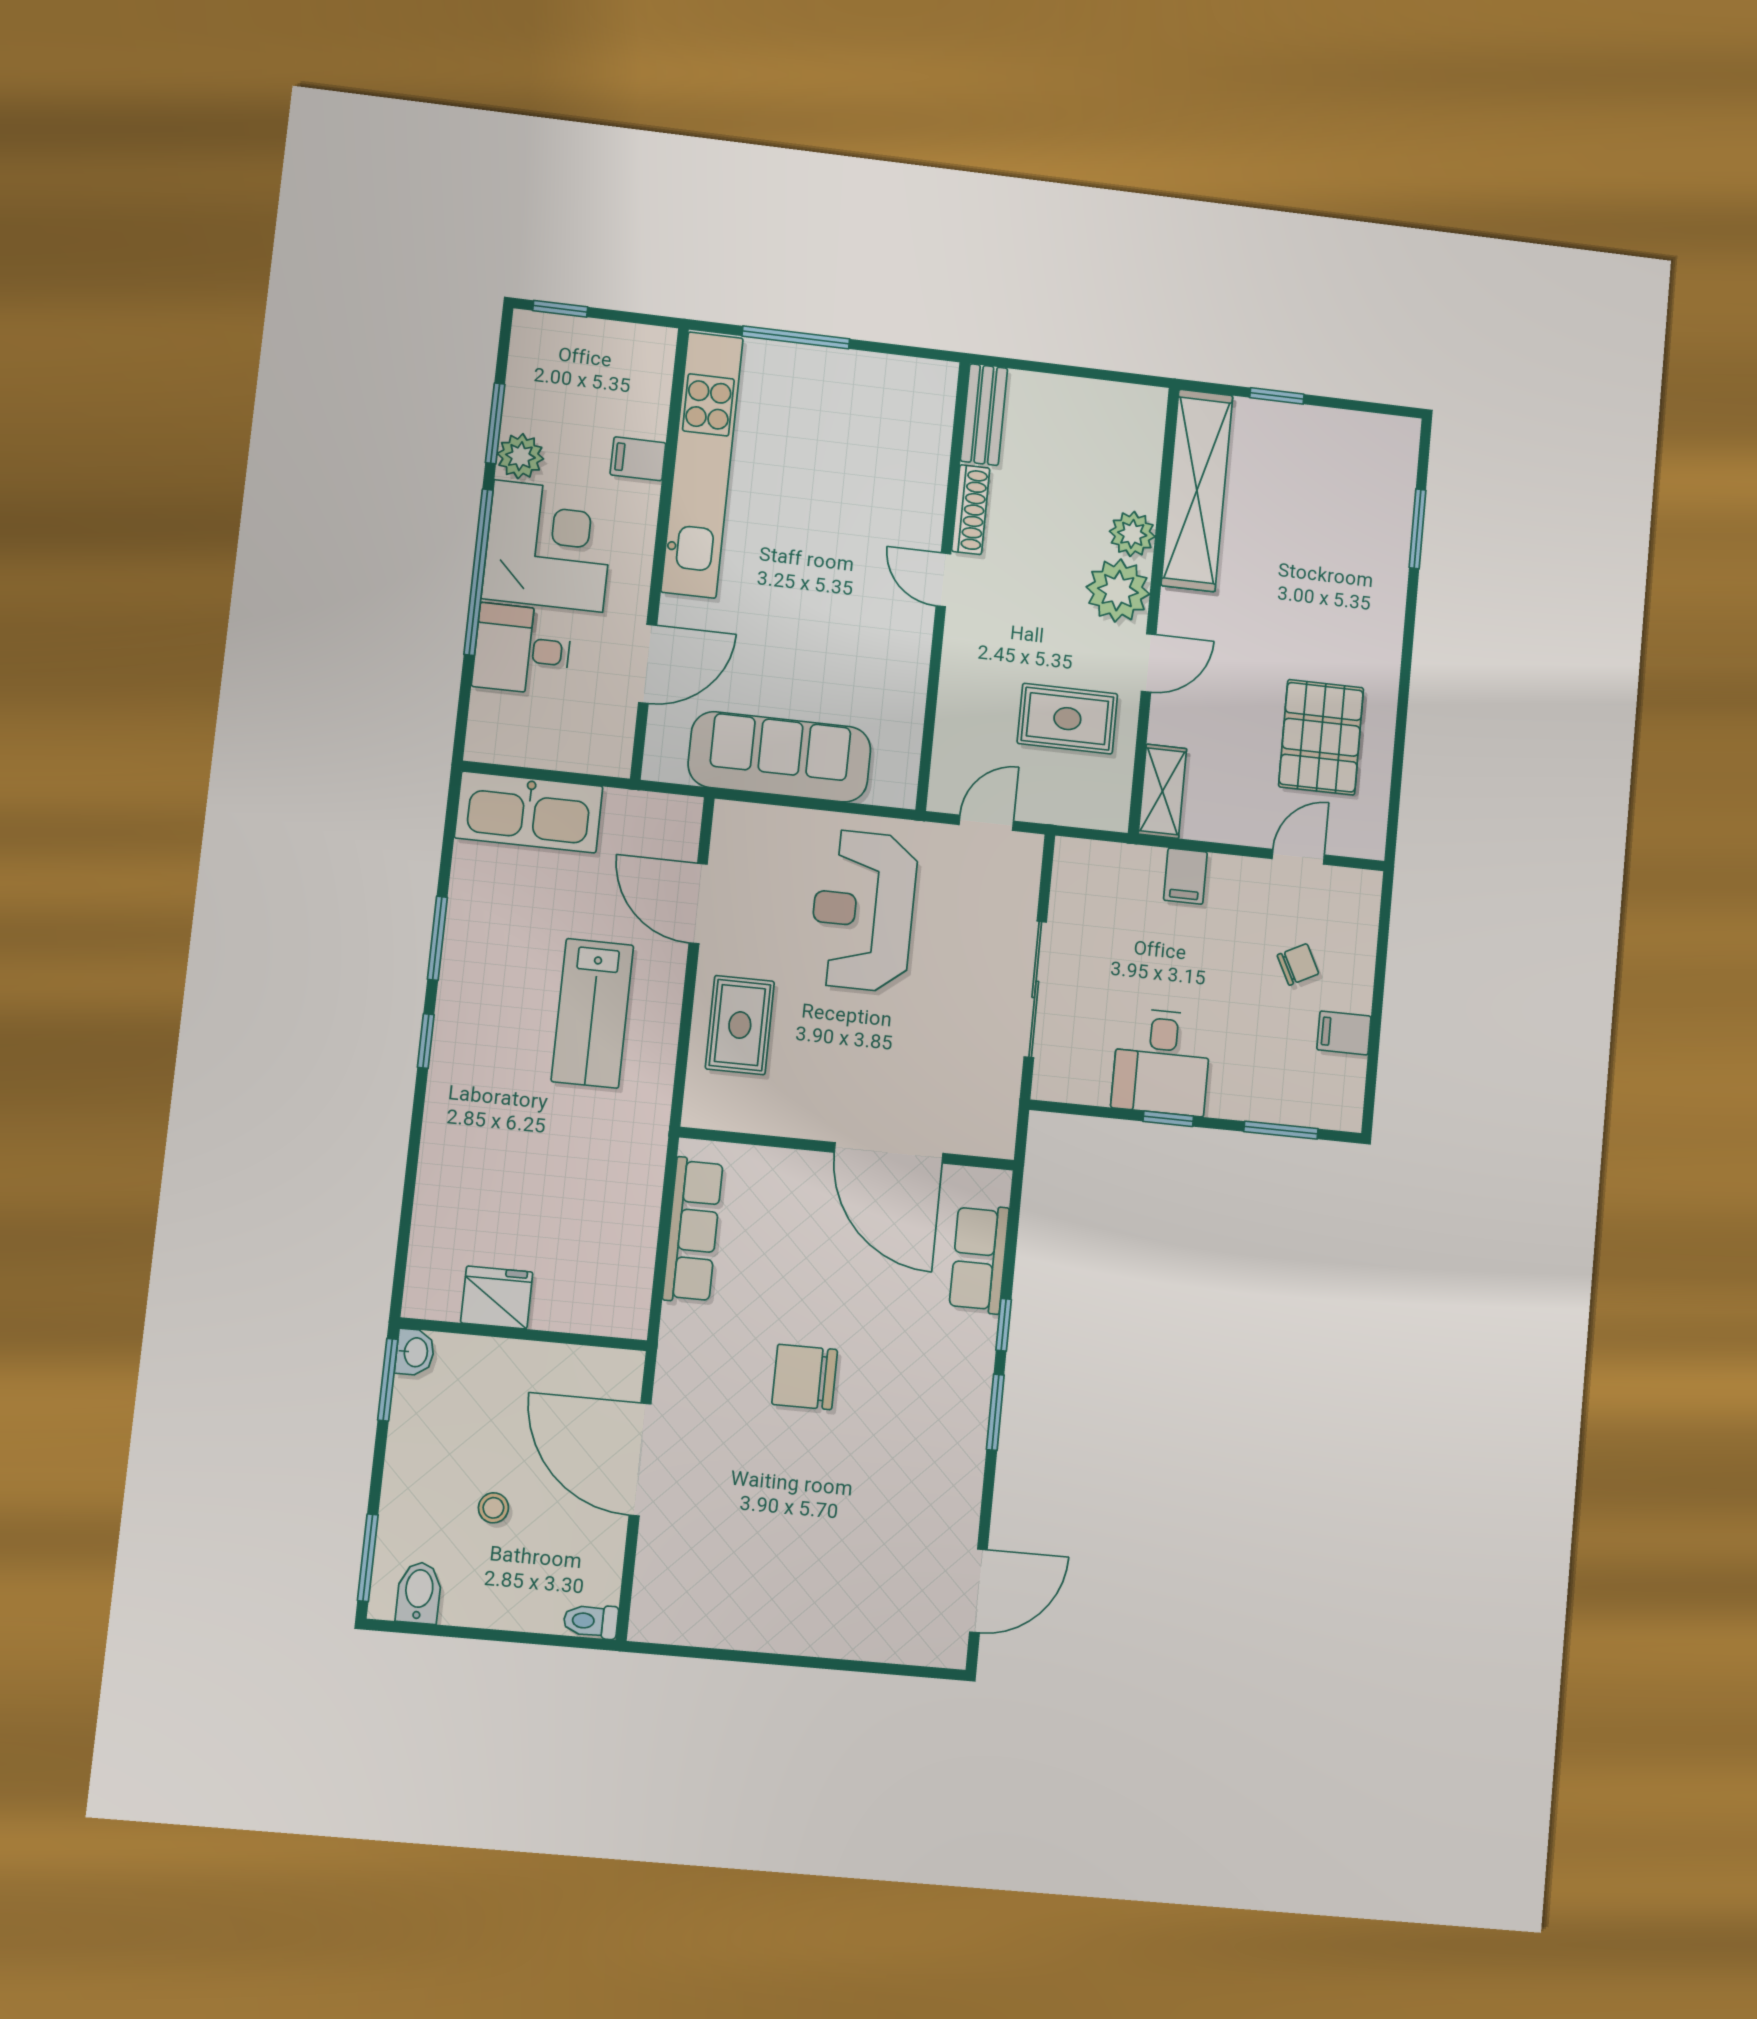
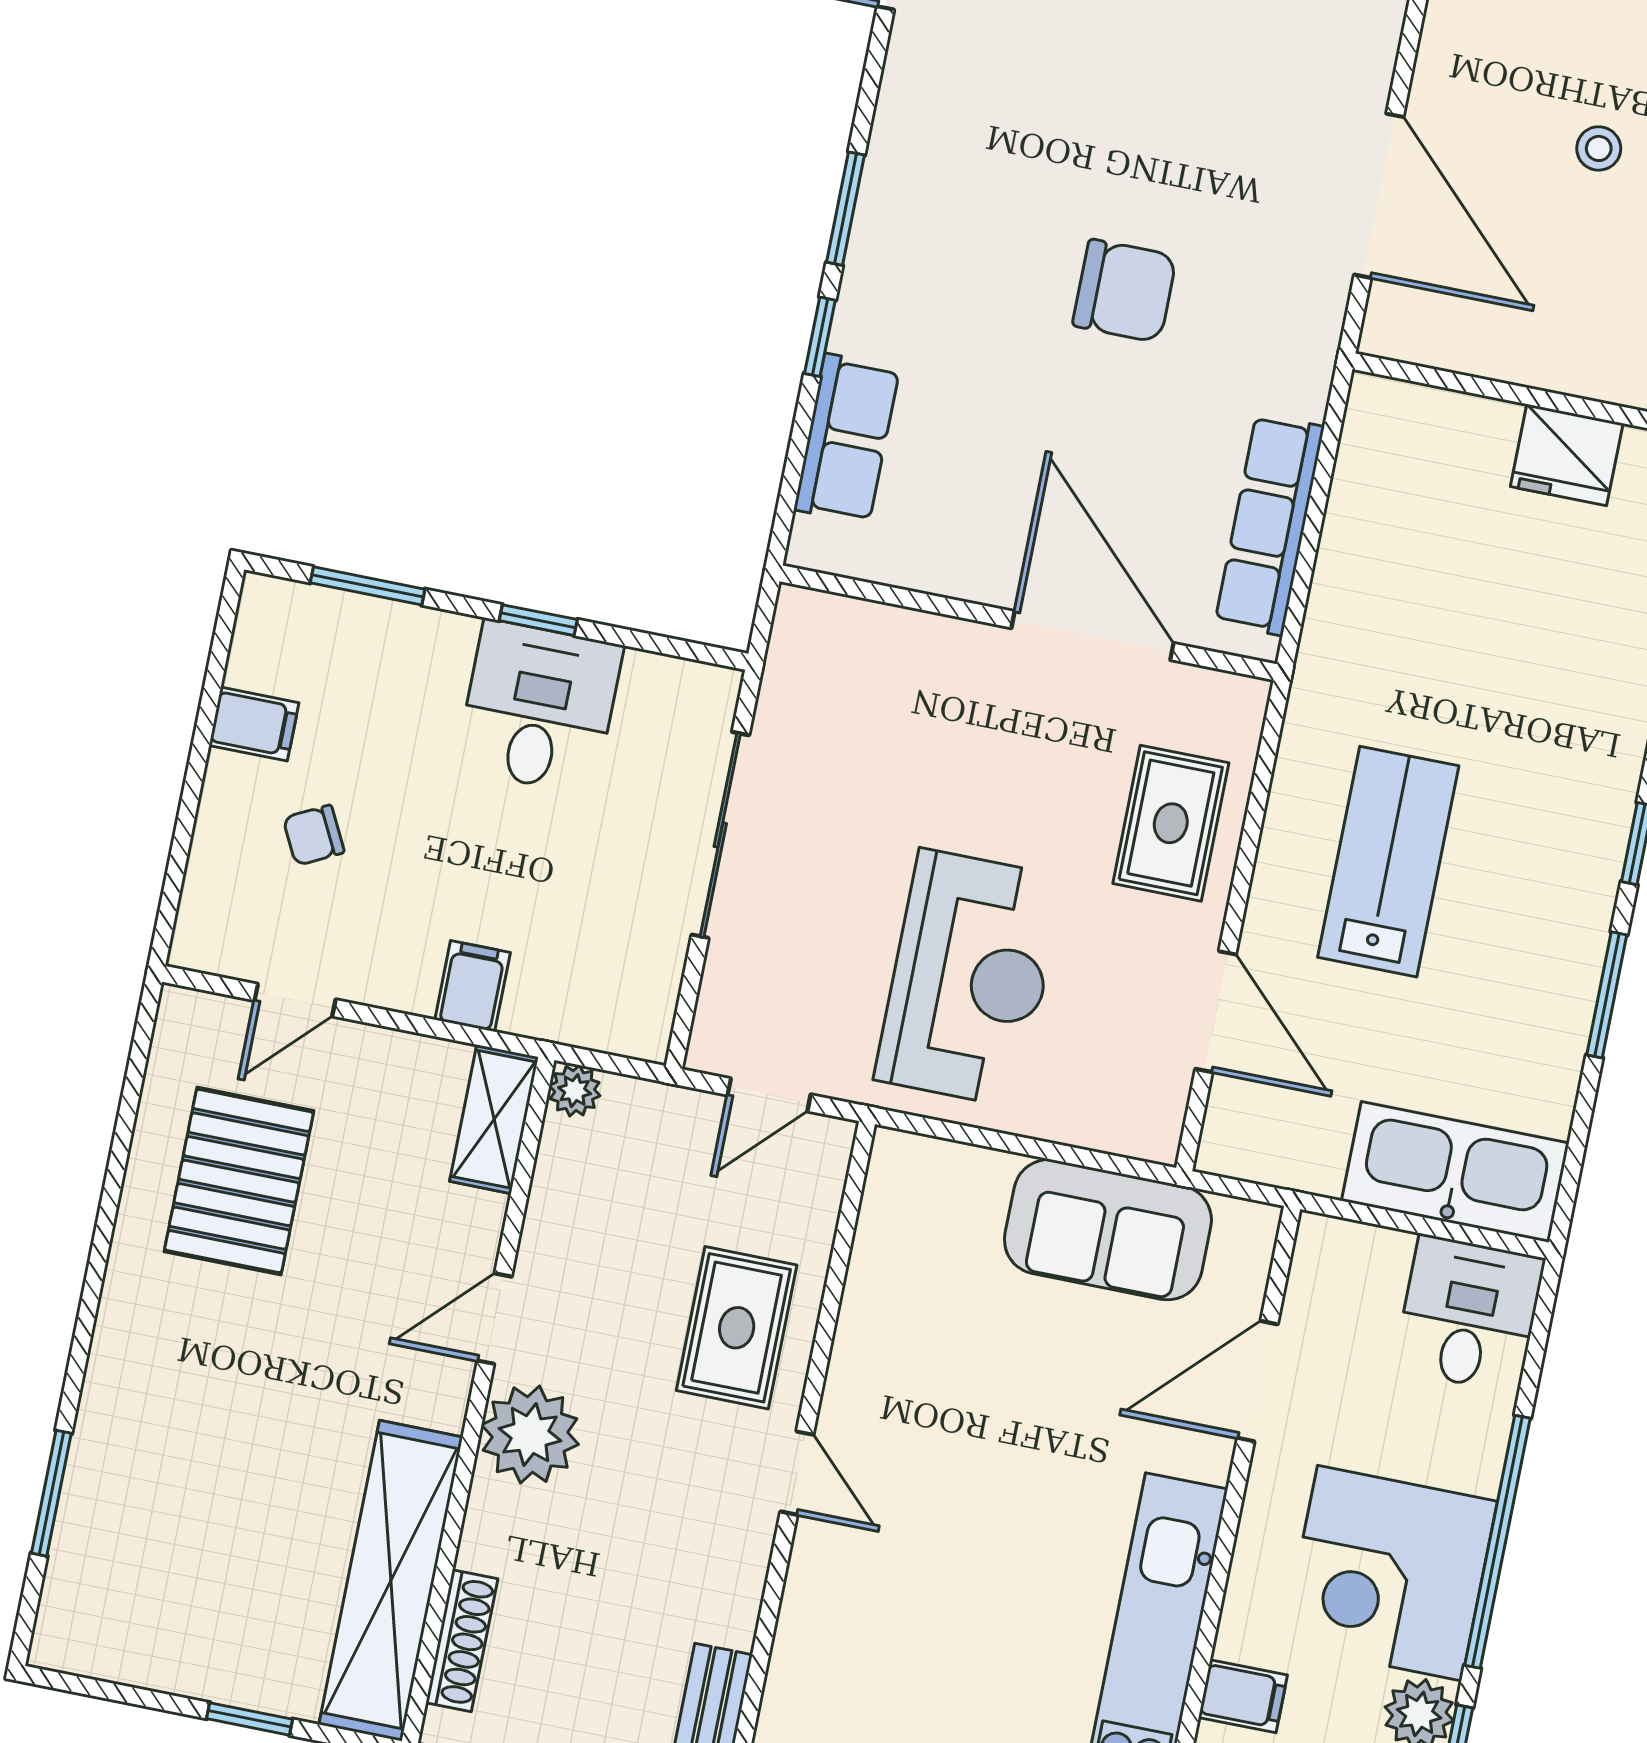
shoe rack: (971, 510) -> (462, 1641), moved, turned 180
plant: (1132, 534) -> (575, 1091), moved, width x0.73, depth x0.73
desk: (522, 649) -> (1469, 1314), moved, turned -90
rug: (1067, 719) -> (737, 1328), moved, turned 90
sofa: (780, 757) -> (1108, 1230), width x0.73
door: (889, 1153) -> (1092, 636), moved

